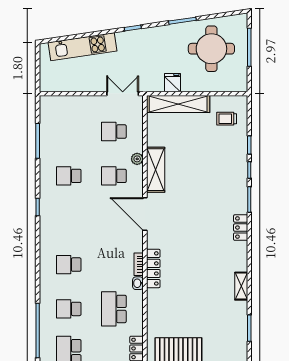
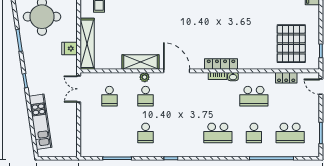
plant: (137, 159) -> (145, 77), moved
door: (145, 214) -> (177, 71), swing flipped
school desk: (69, 265) -> (218, 133), width x1.85

